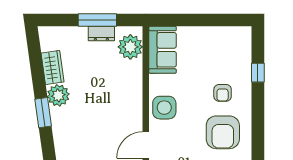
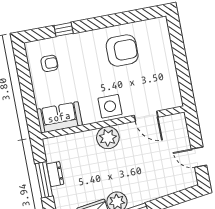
plant: (130, 47) -> (108, 138), moved
armchair: (223, 93) -> (49, 63), moved

